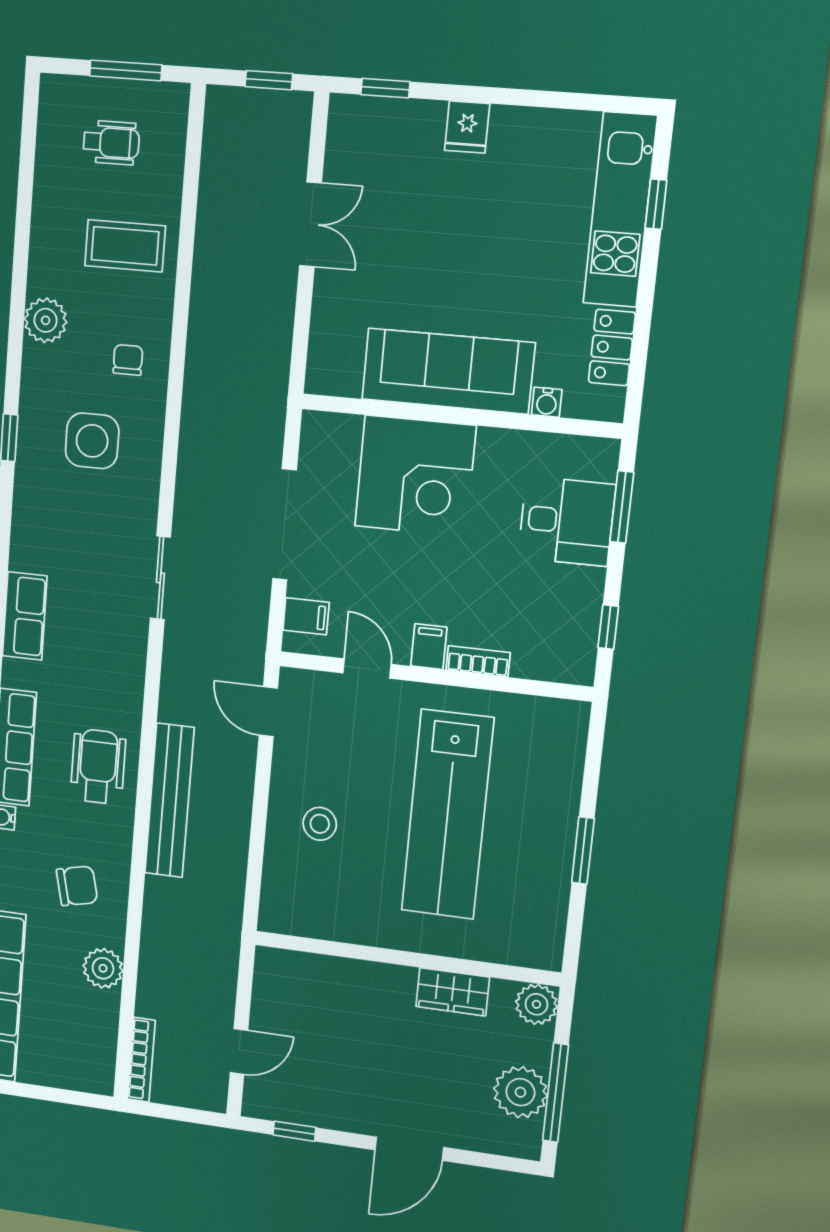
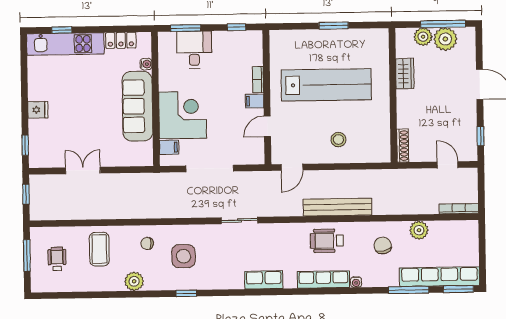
filing cabinet: (306, 616) -> (169, 147), moved, turned 90
shoe rack: (291, 962) -> (403, 146), added
plant: (536, 1004) -> (423, 37), moved

